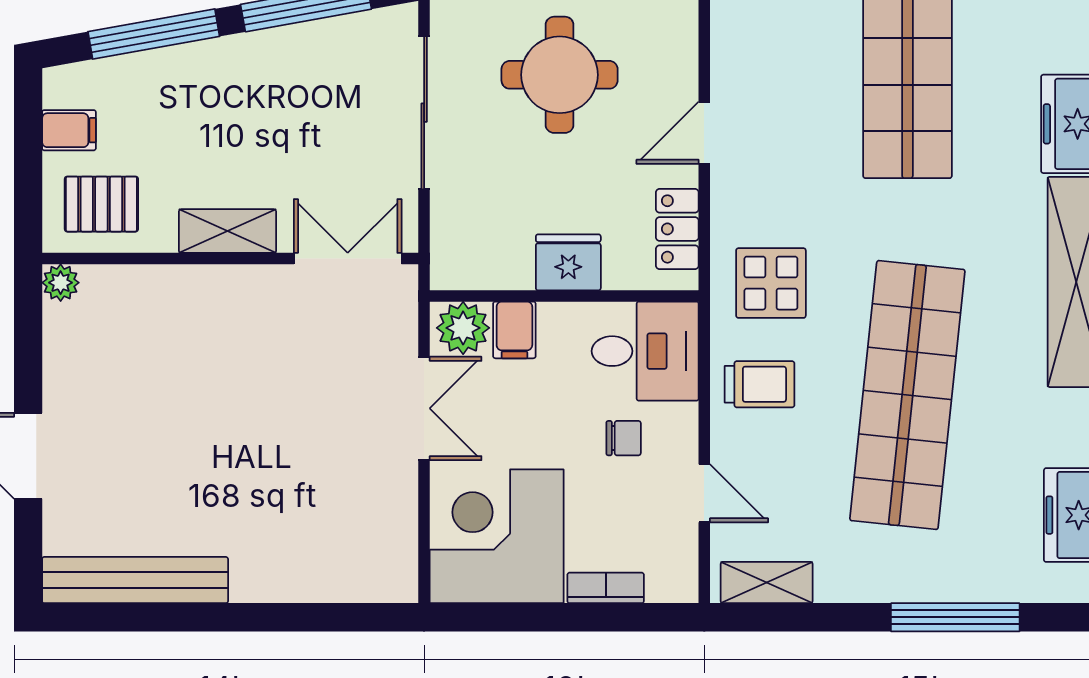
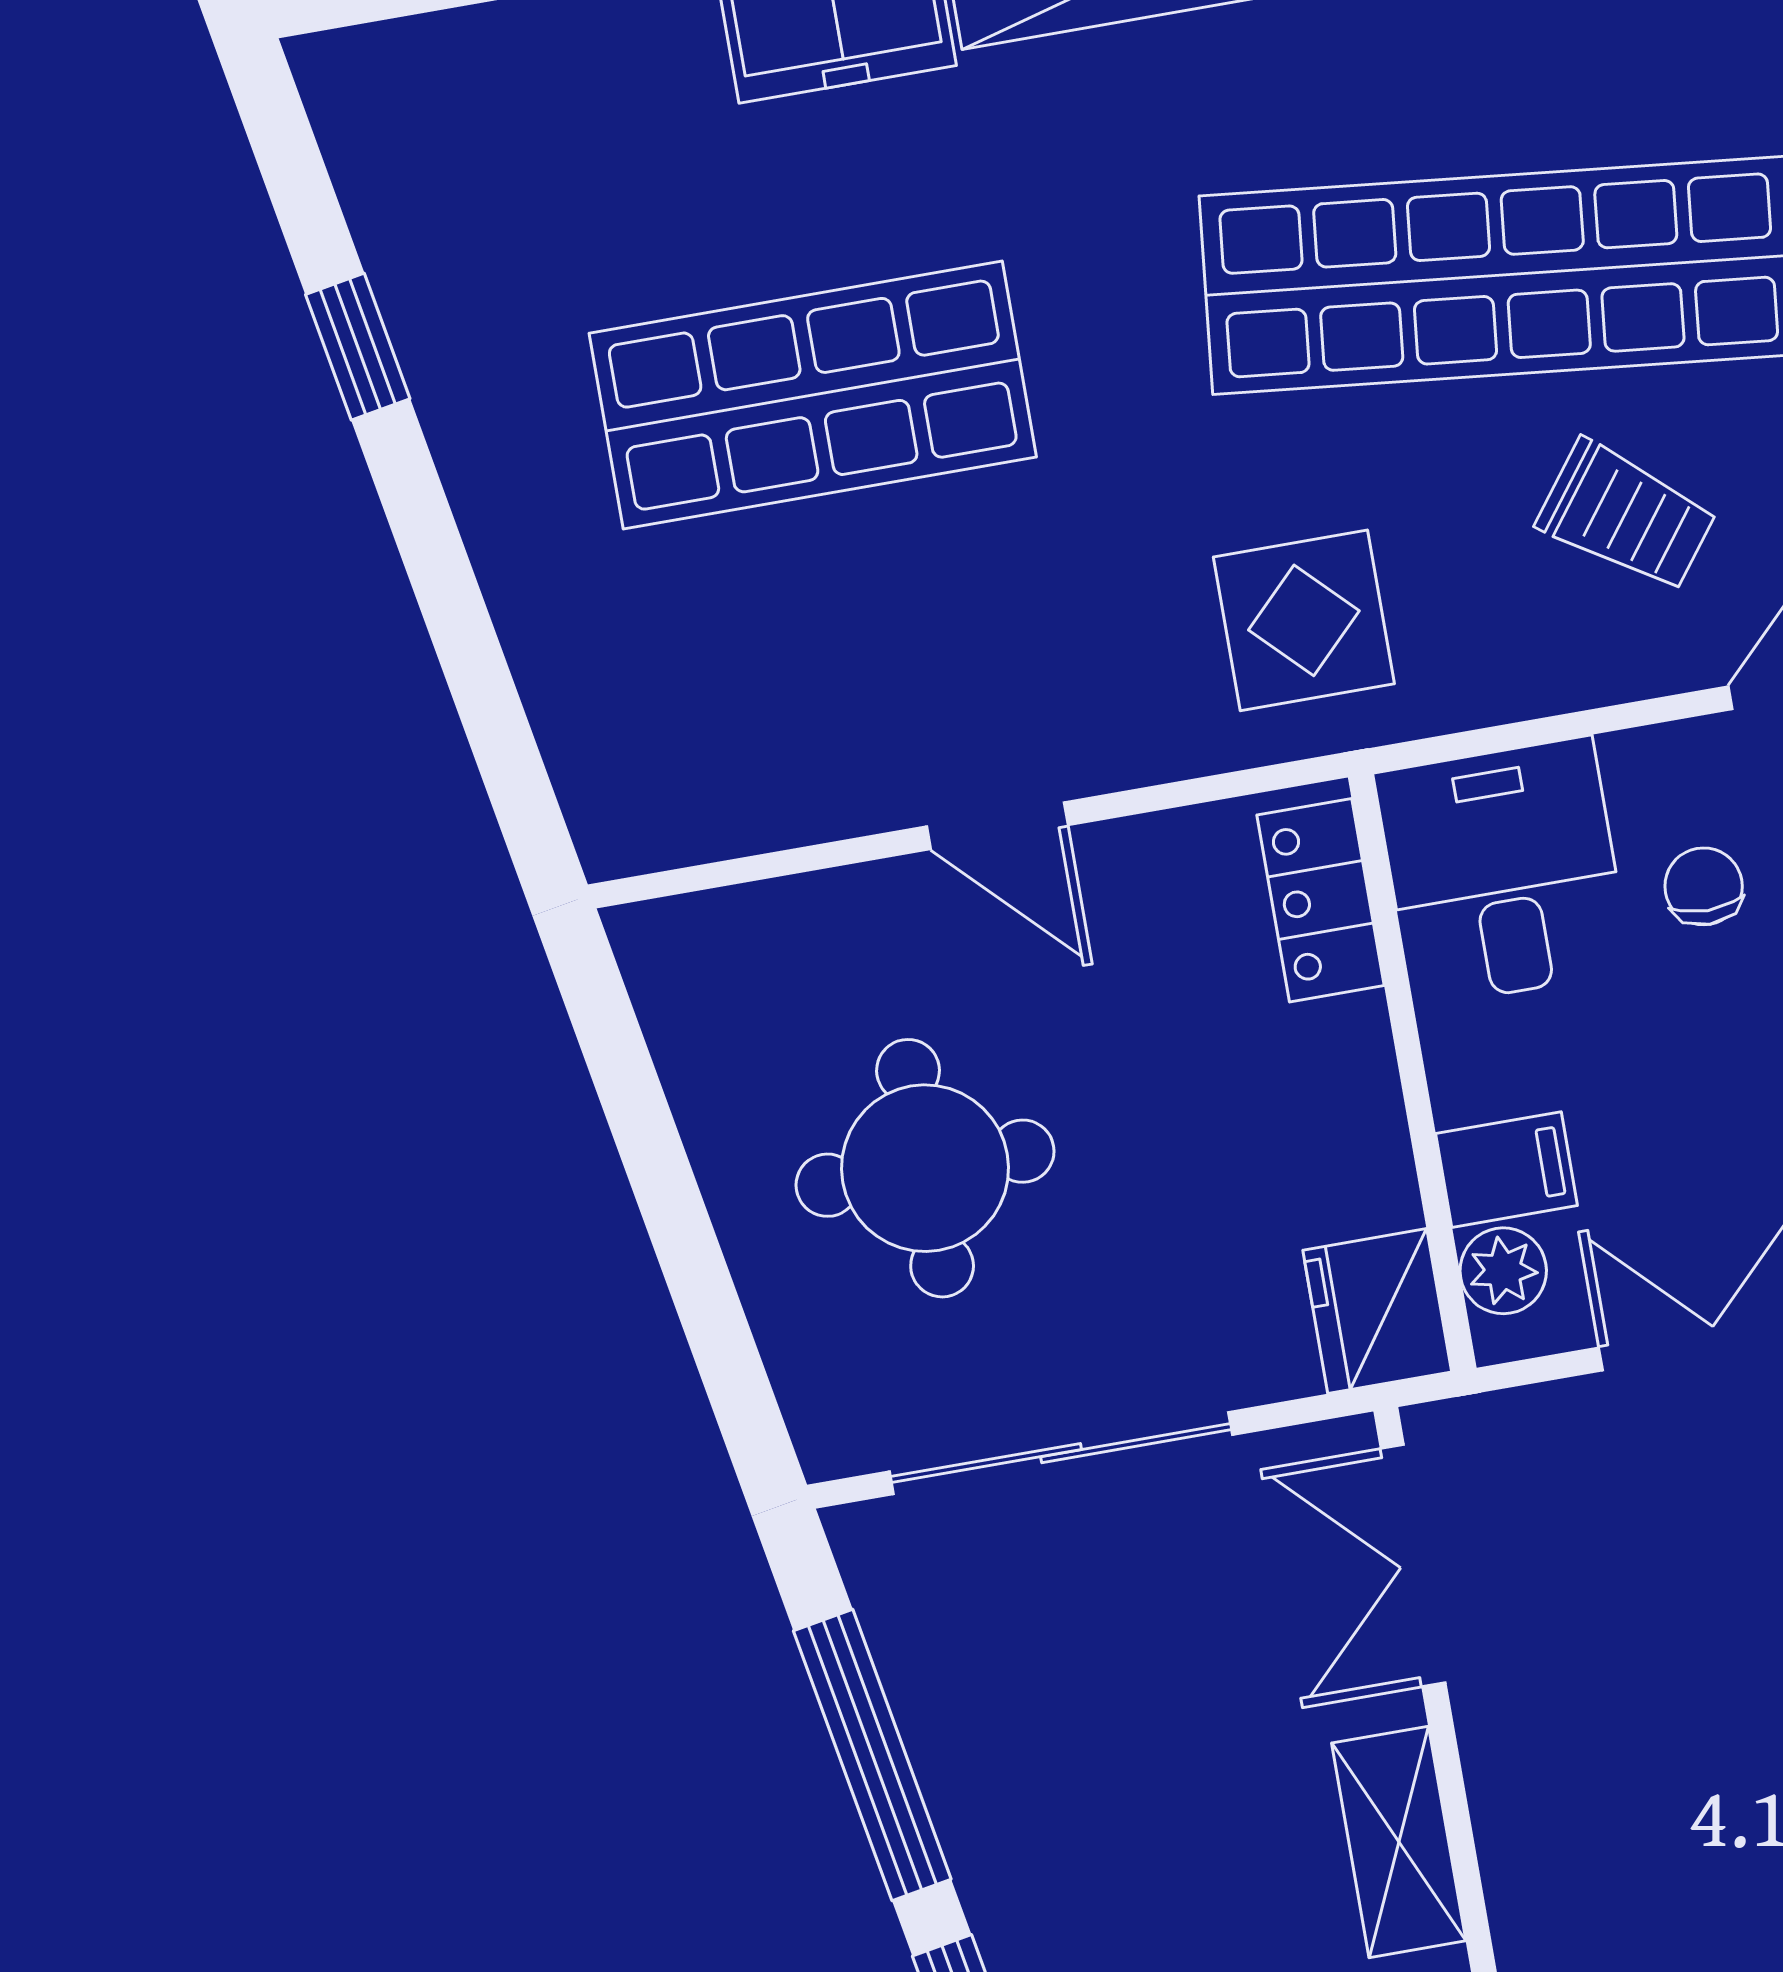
locker: (677, 229) -> (1321, 900), moved, turned 90
fridge: (568, 262) -> (1377, 1311), moved
plant: (463, 328) -> (1503, 1271), width x0.73, depth x0.73
trolley: (760, 384) -> (1627, 516), moved, turned 127

